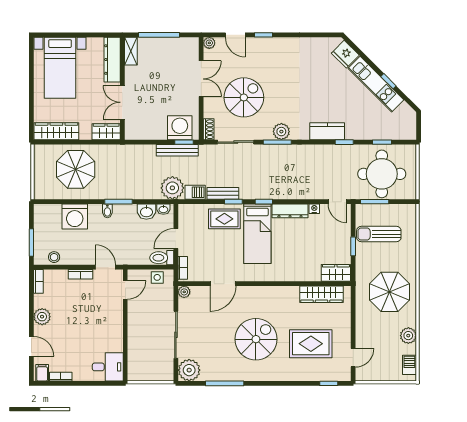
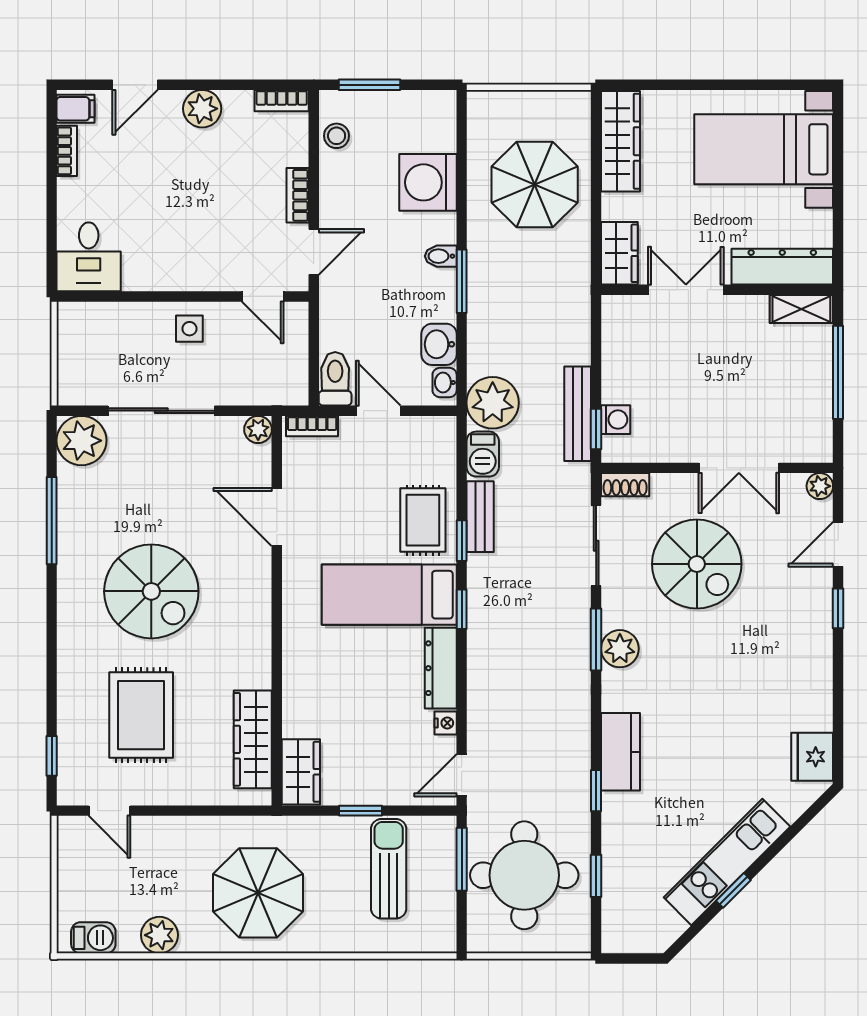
fridge: (345, 54) -> (812, 757), moved, turned -45
washing machine: (180, 128) -> (616, 420), width x0.53, depth x0.53
side table: (157, 277) -> (189, 329), moved

